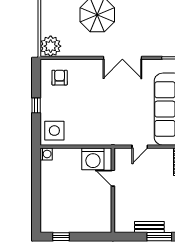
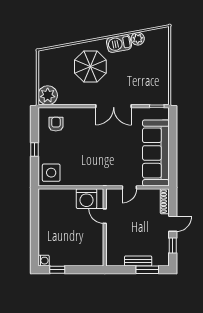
washing machine: (46, 154) -> (44, 261), moved

